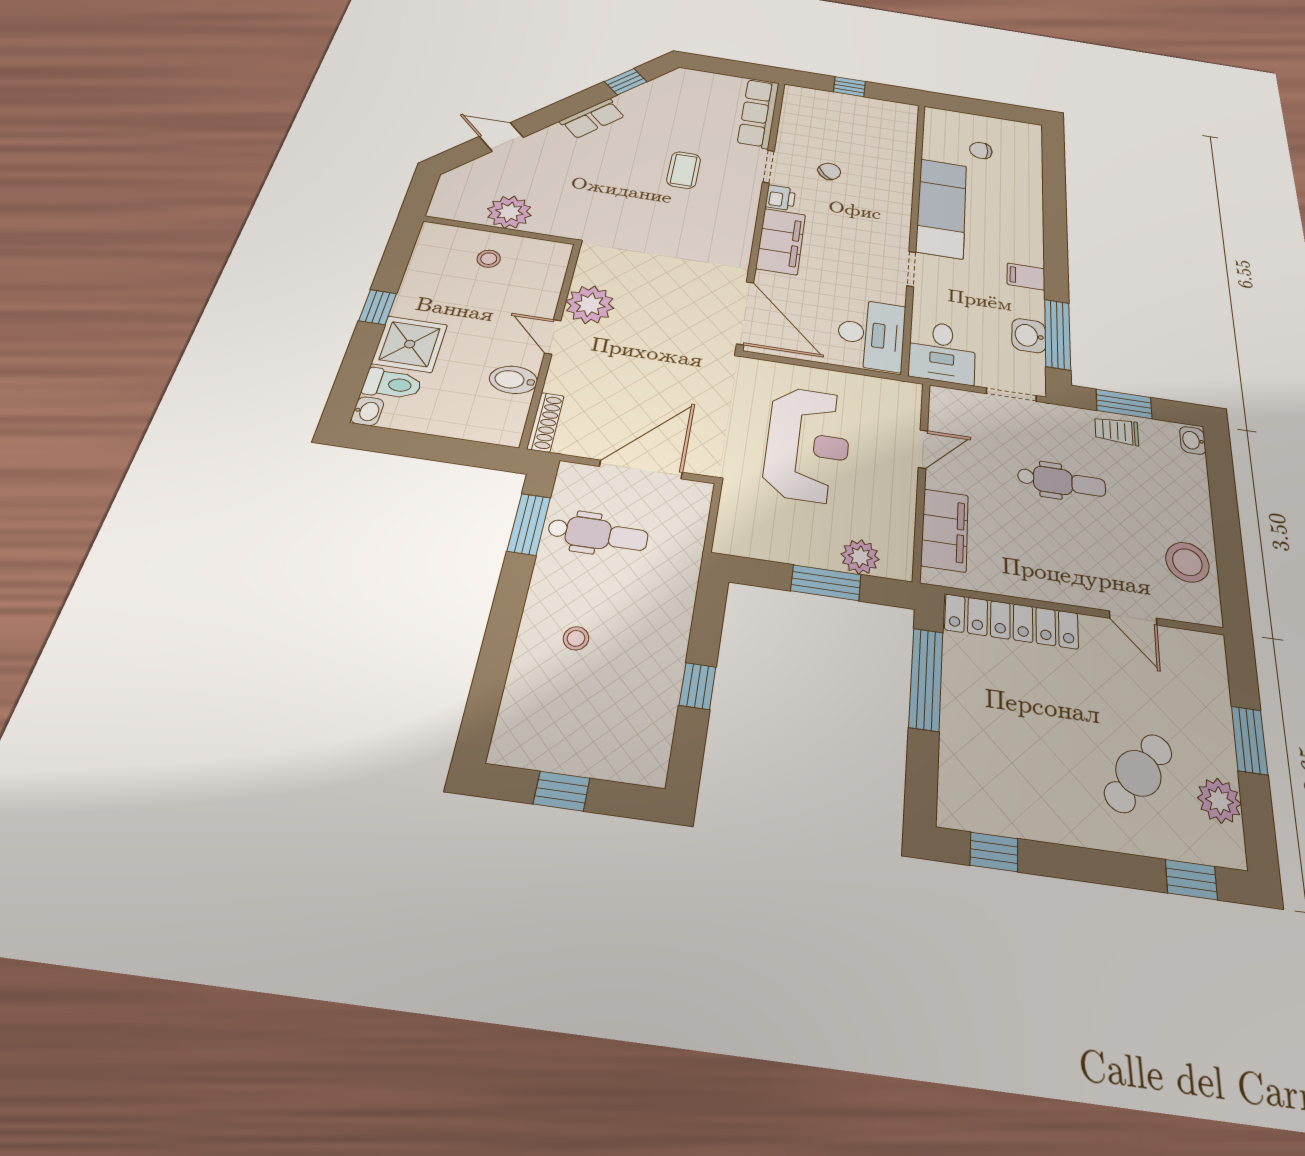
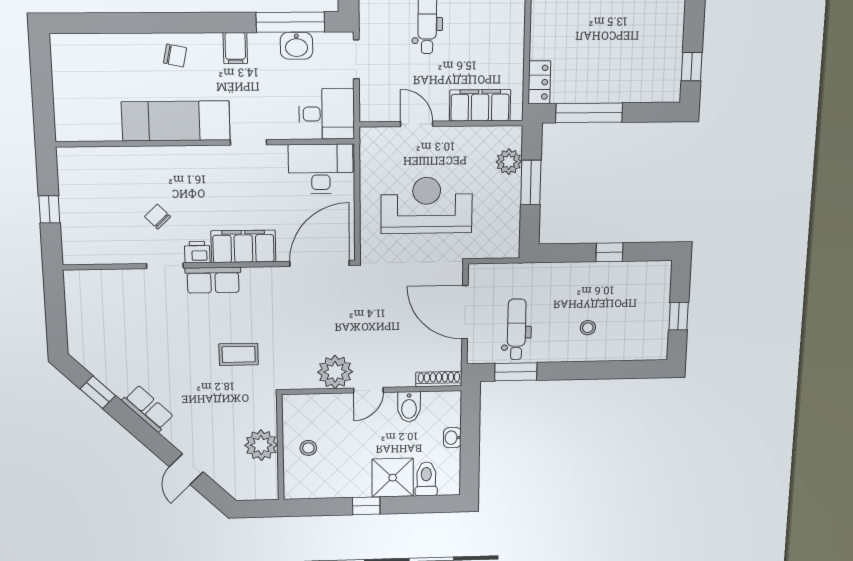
row of seats: (758, 113) -> (213, 280), moved, width x0.68
chair: (981, 150) -> (175, 55), moved, turned -78
coffee table: (684, 170) -> (239, 354), moved
washbasin: (367, 411) -> (452, 438), moved, turned -90
locker: (1012, 621) -> (539, 82), width x0.46, depth x0.83

